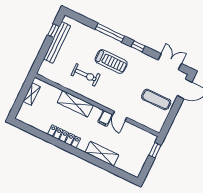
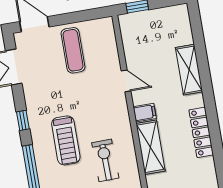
treadmill: (111, 62) -> (66, 140), turned 180
door: (120, 116) -> (126, 81), hinge flipped
filing cabinet: (105, 118) -> (145, 113), moved

